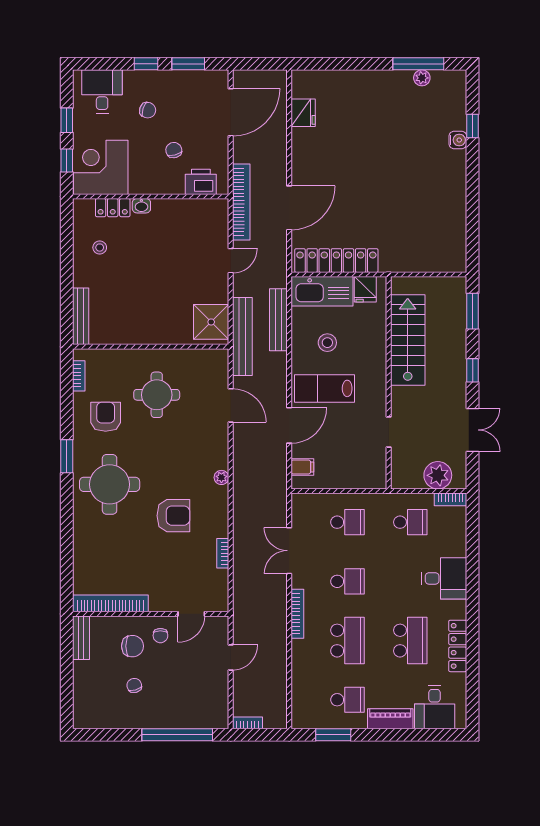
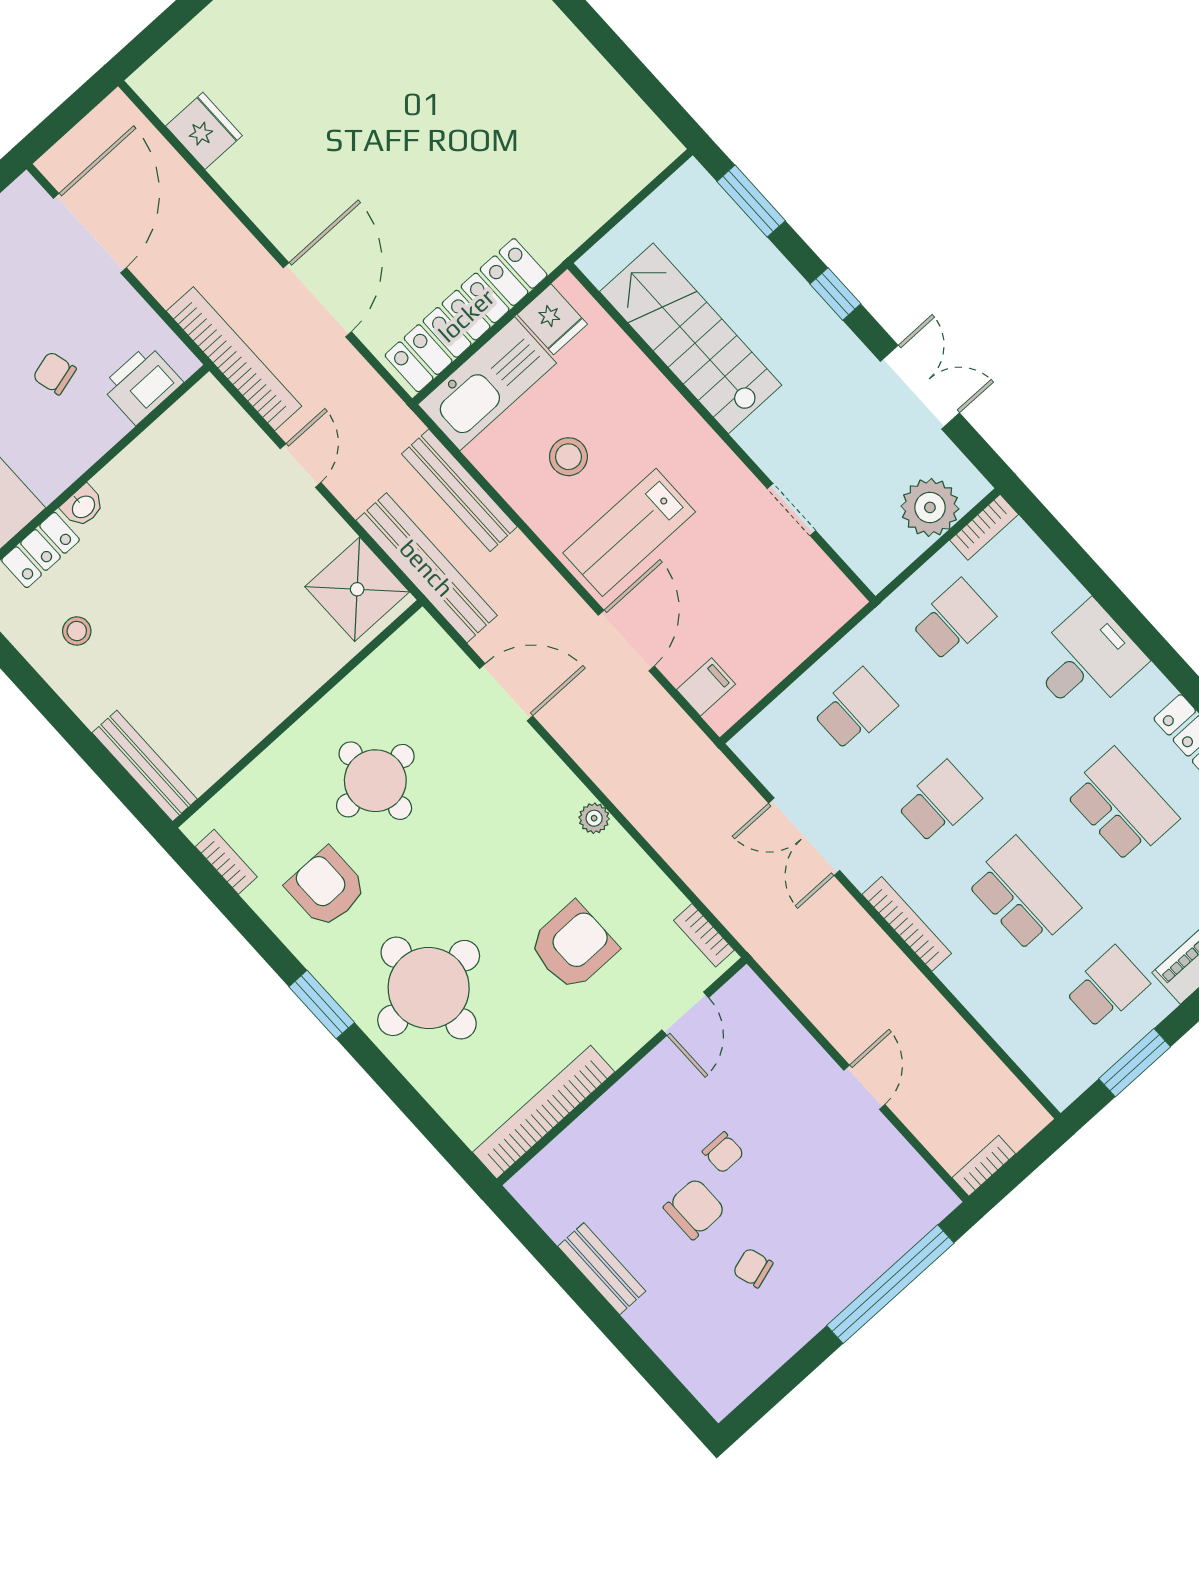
bookcase: (110, 603) -> (544, 1112), moved
wall: (151, 614) -> (622, 1071), moved
door: (191, 614) -> (685, 1014), moved

